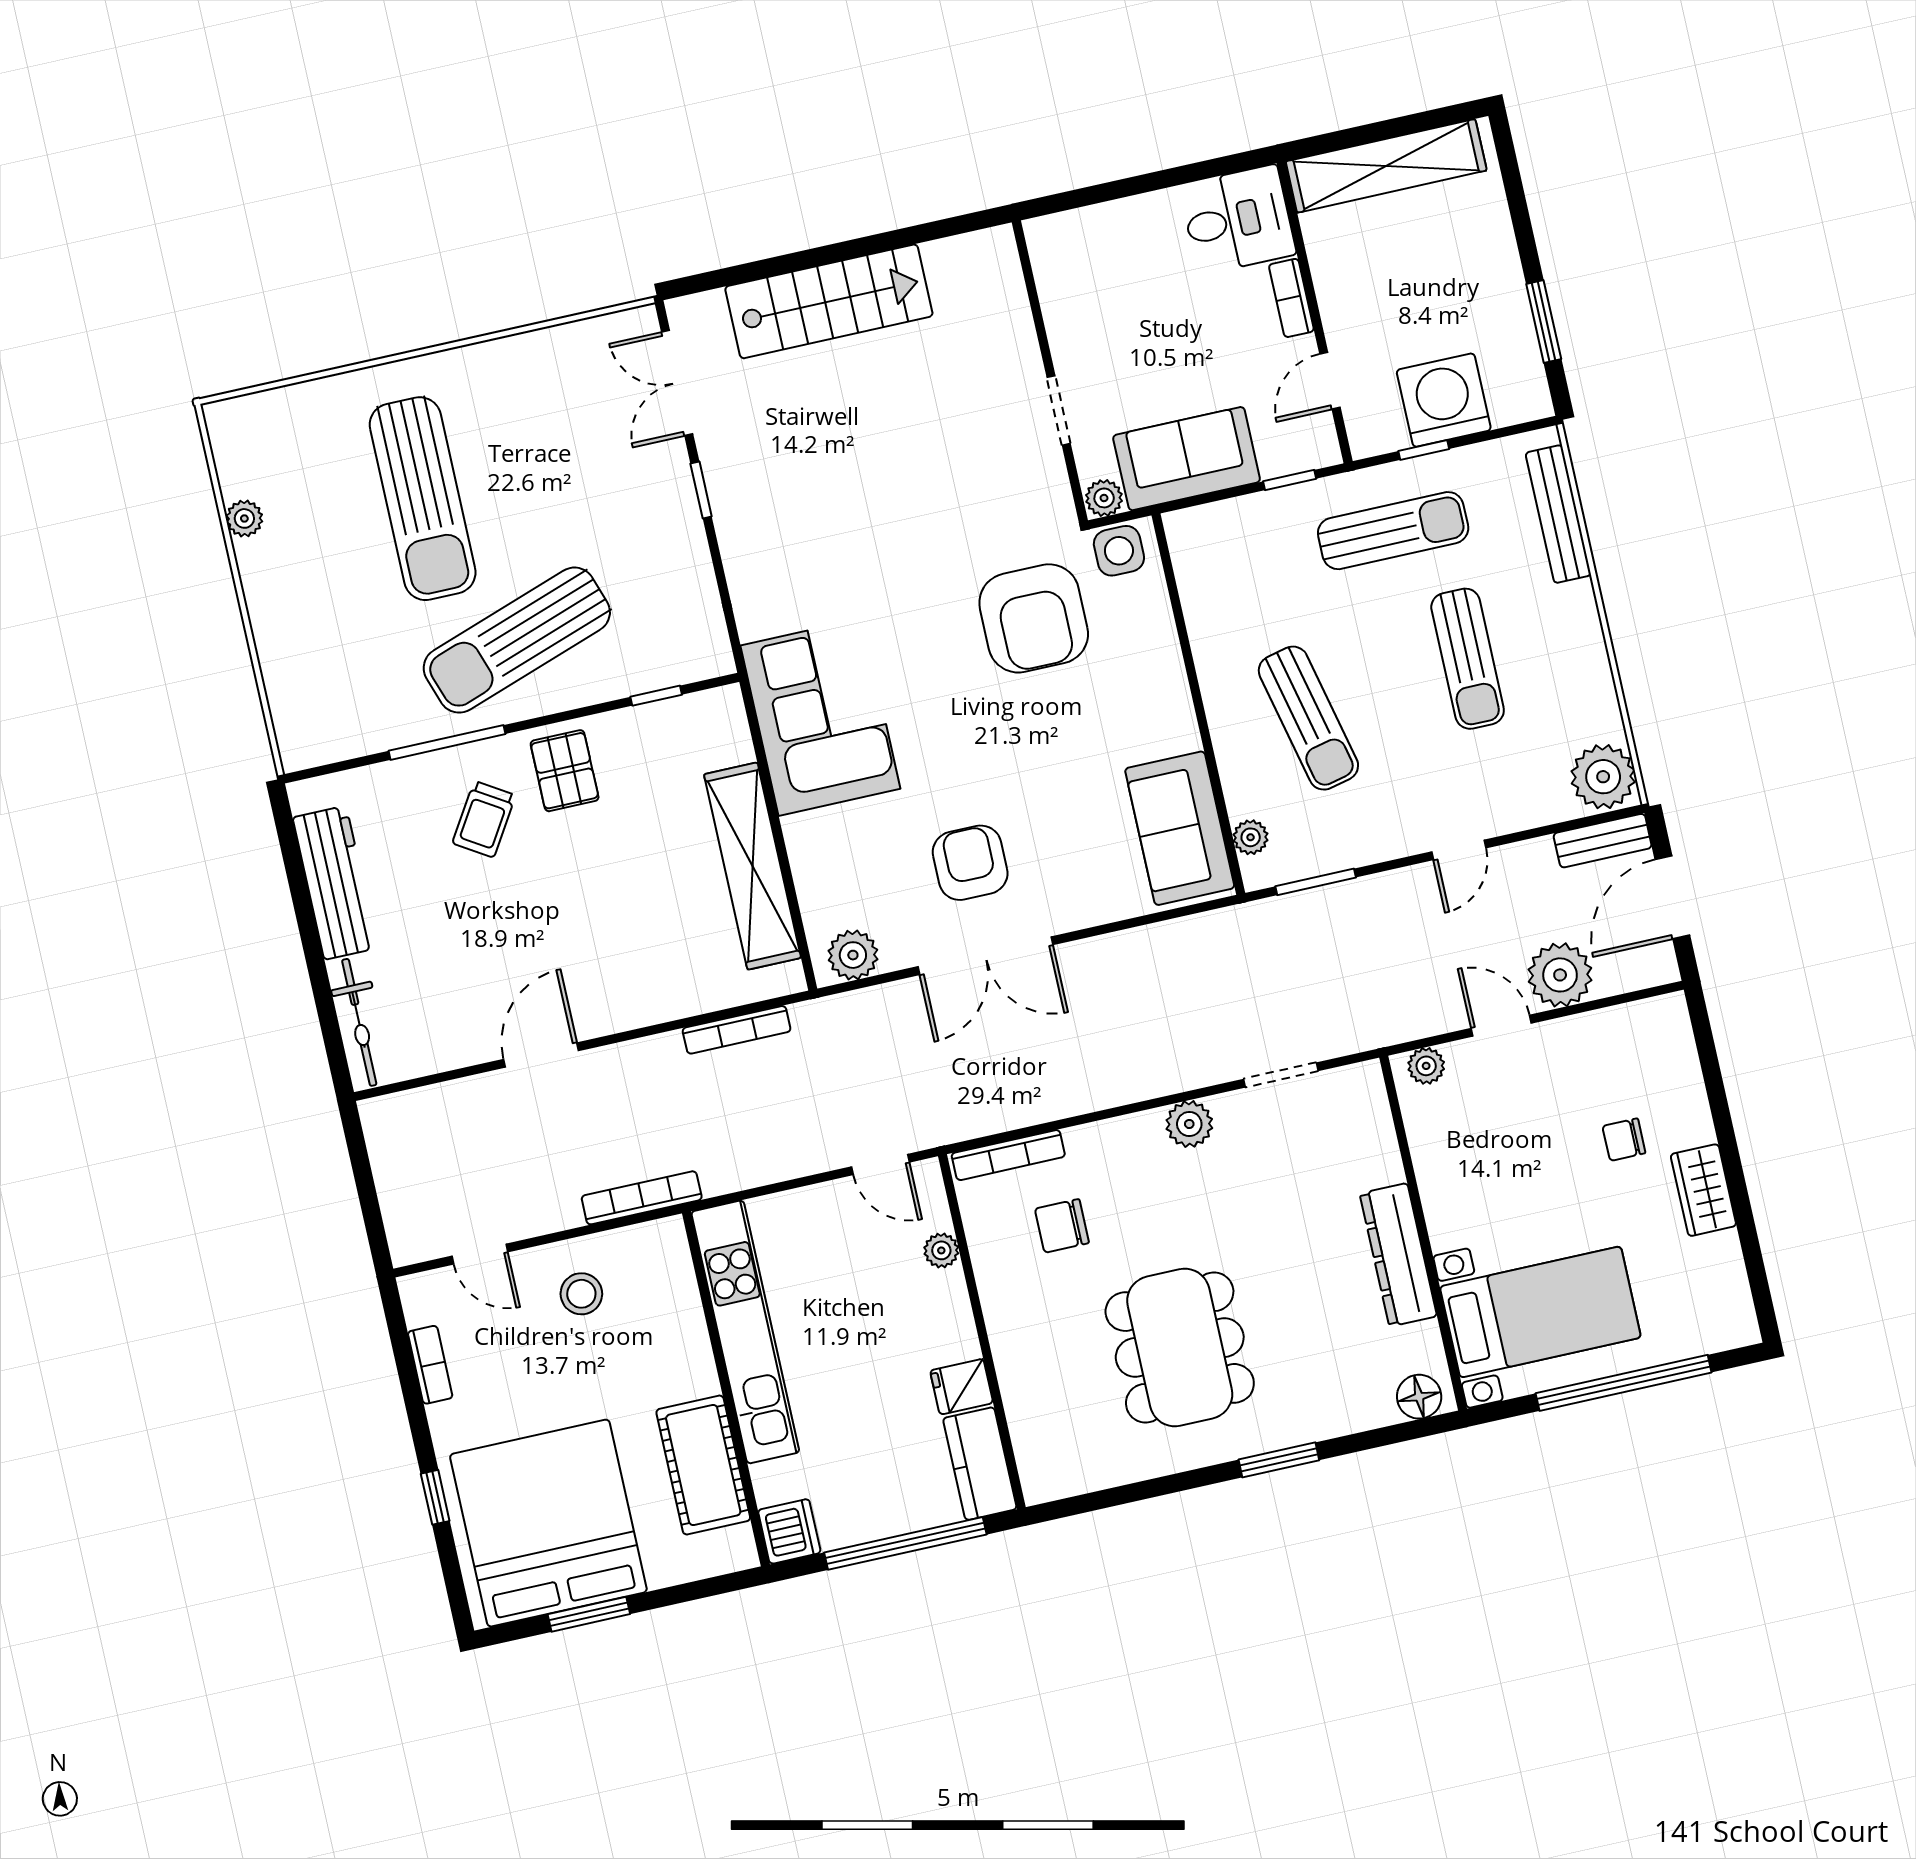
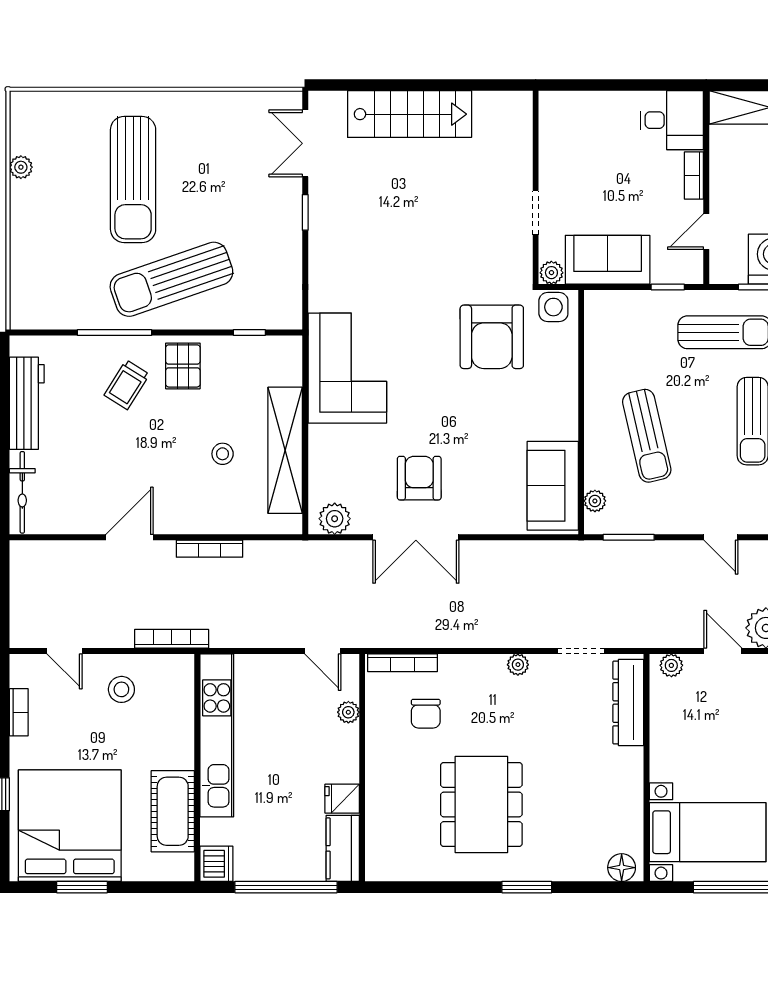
door: (1459, 850) -> (721, 537), hinge flipped
stool: (657, 893) -> (223, 454), added
bookcase: (737, 1030) -> (210, 549), moved
plant: (1189, 1124) -> (518, 665), width x0.73, depth x0.73
chair: (1062, 1226) -> (426, 714), turned -90
dresser: (1398, 1255) -> (628, 702), moved

